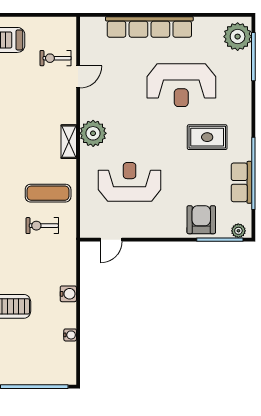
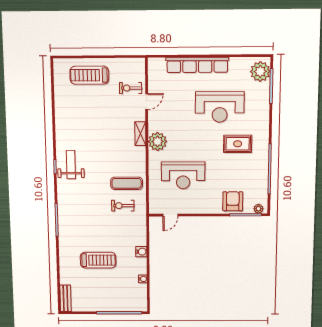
shelving: (69, 142) -> (140, 134), moved
reception desk: (130, 182) -> (183, 175), turned 180
row of seats: (241, 182) -> (261, 175), removed

